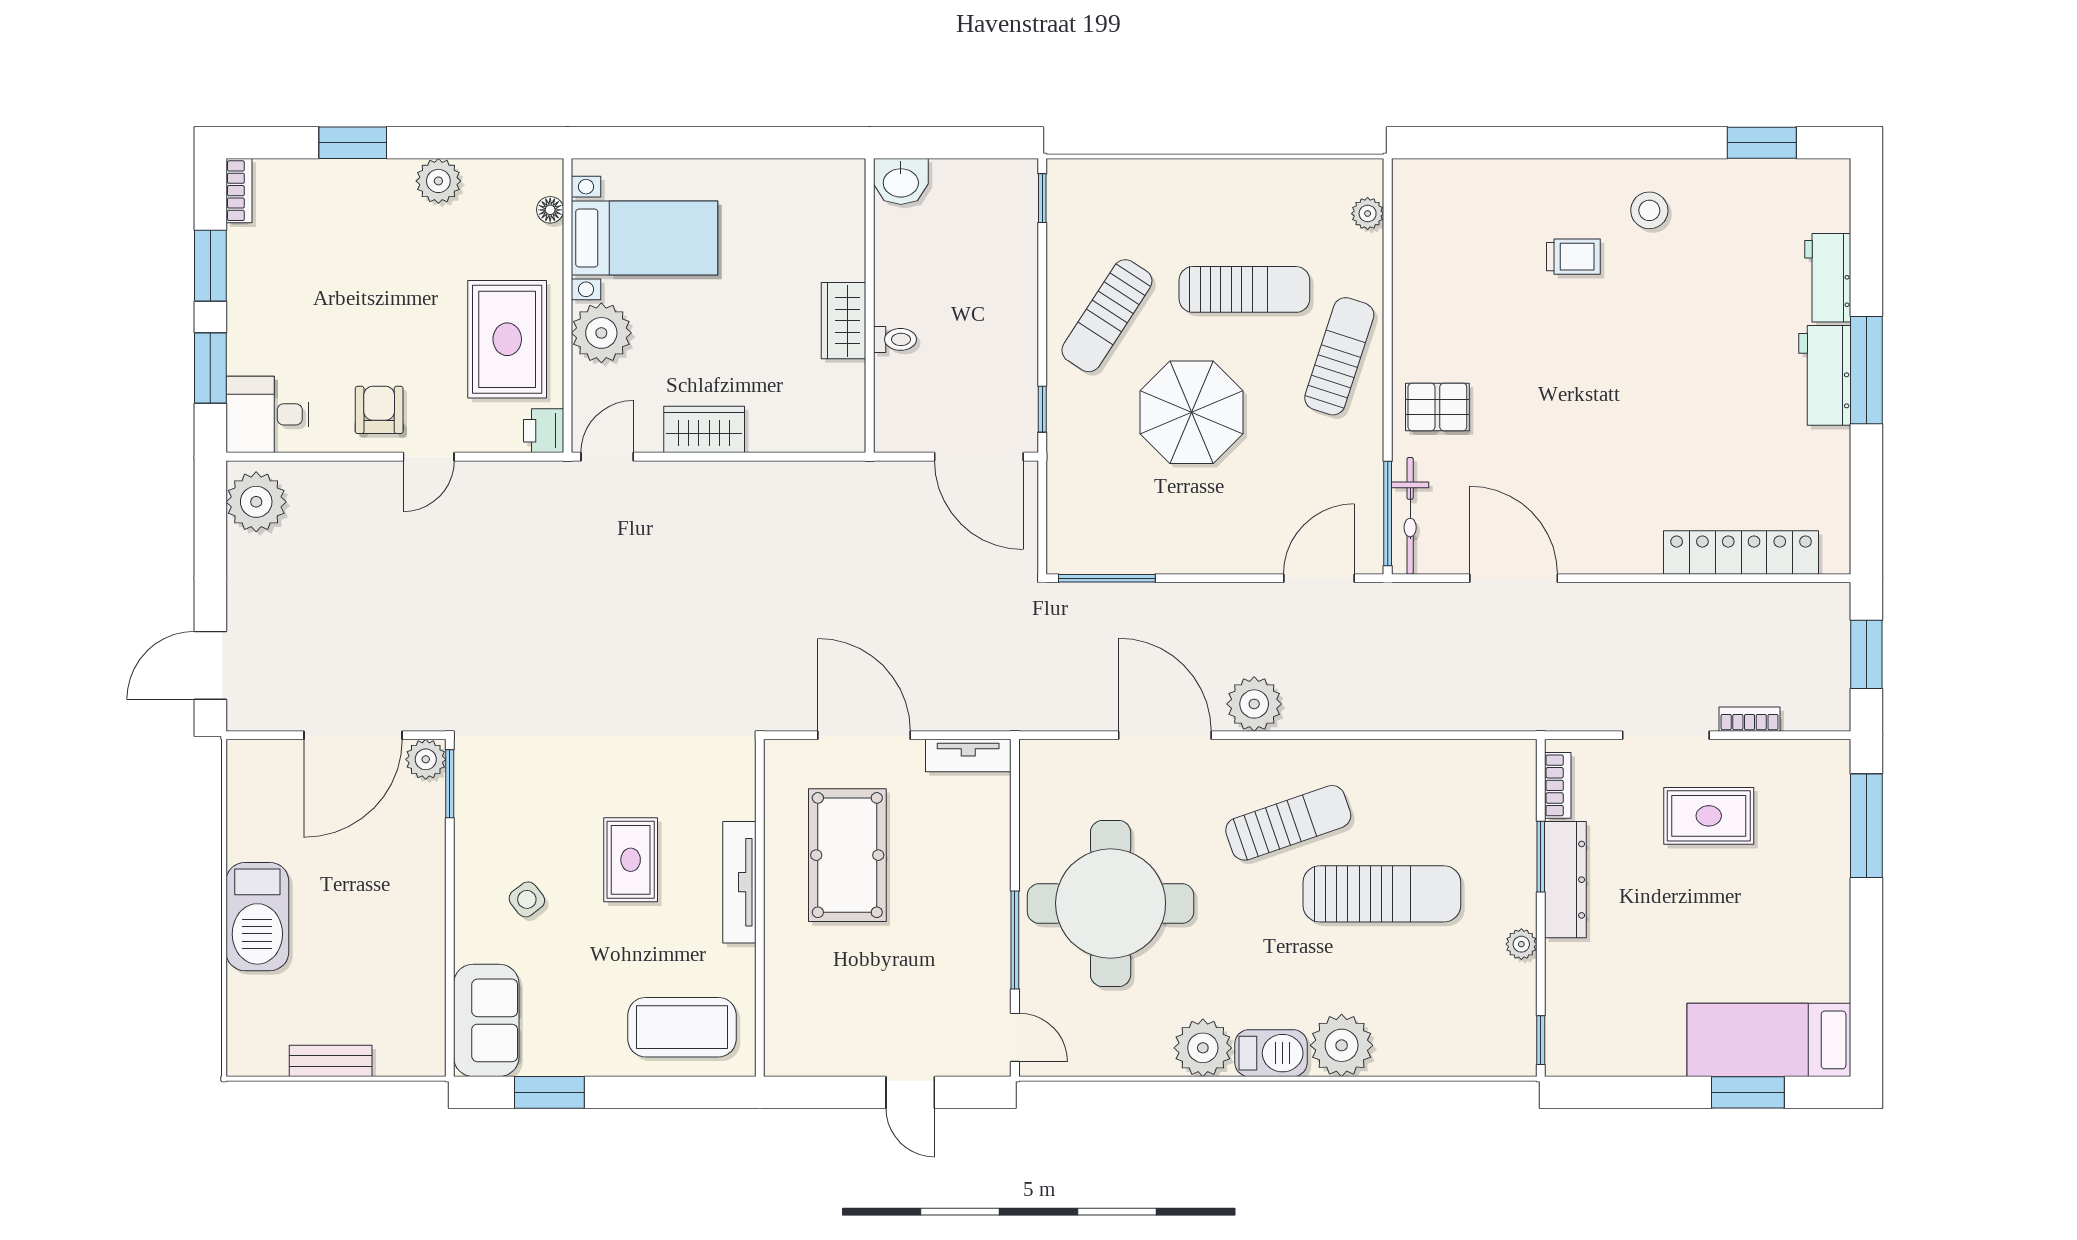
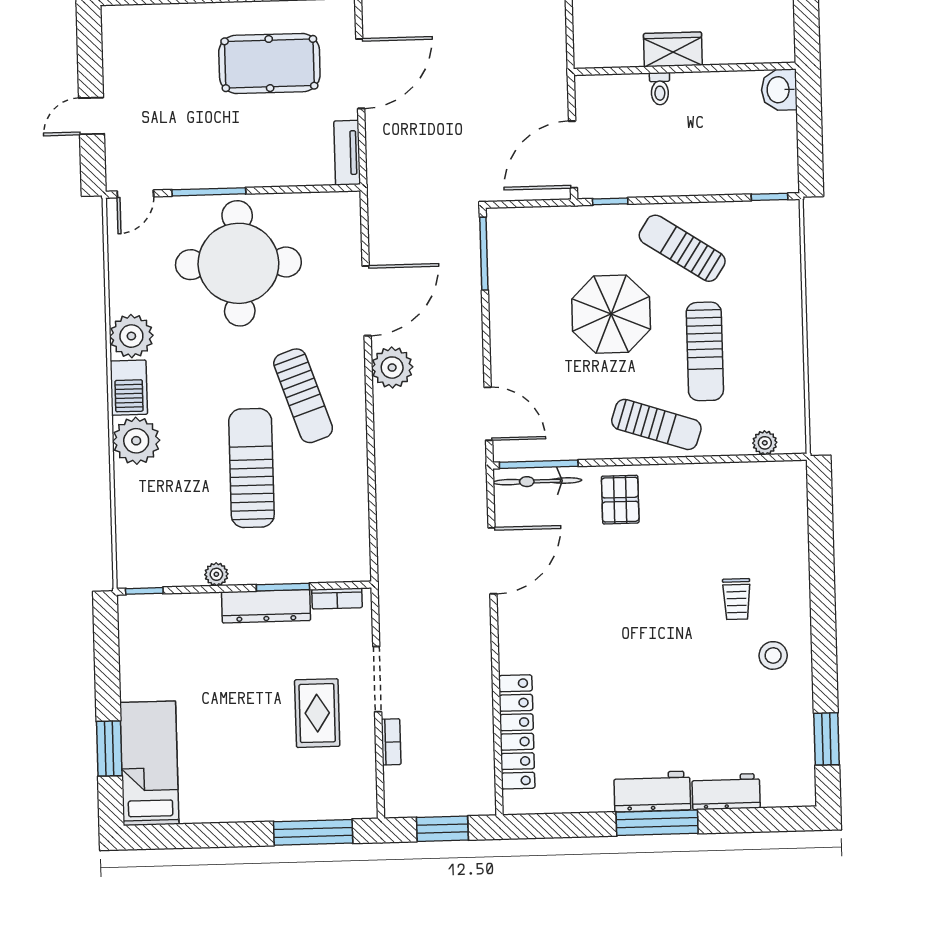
sun lounger: (1382, 894) -> (251, 468), turned 180

